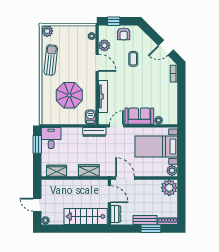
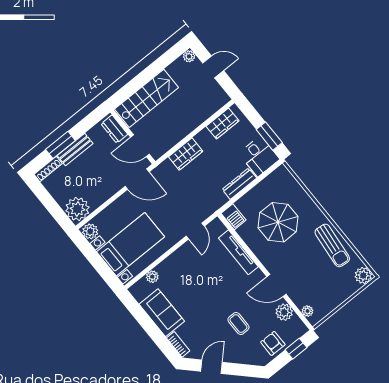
sofa: (139, 116) -> (162, 313), moved, turned -90
dresser: (94, 132) -> (239, 184), moved

